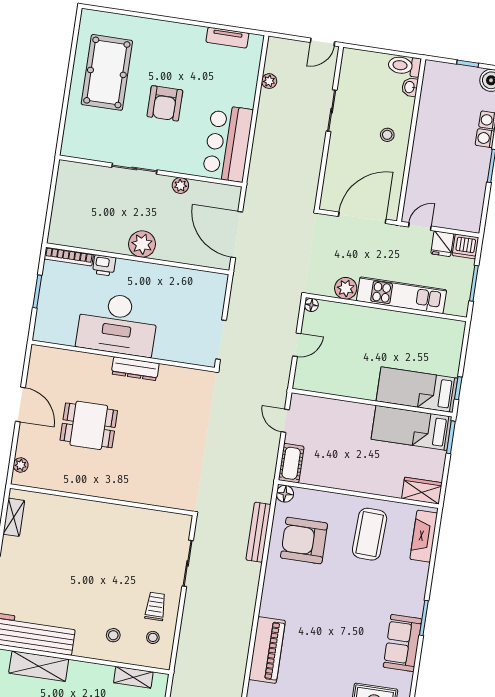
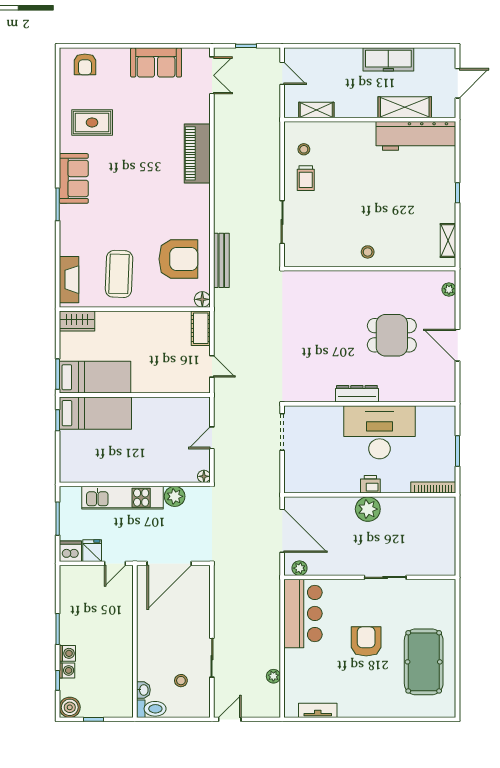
stool: (387, 135) -> (181, 681), moved
plant: (180, 185) -> (299, 568), moved
printer: (104, 265) -> (370, 484), moved
stool: (113, 635) -> (368, 252), moved

